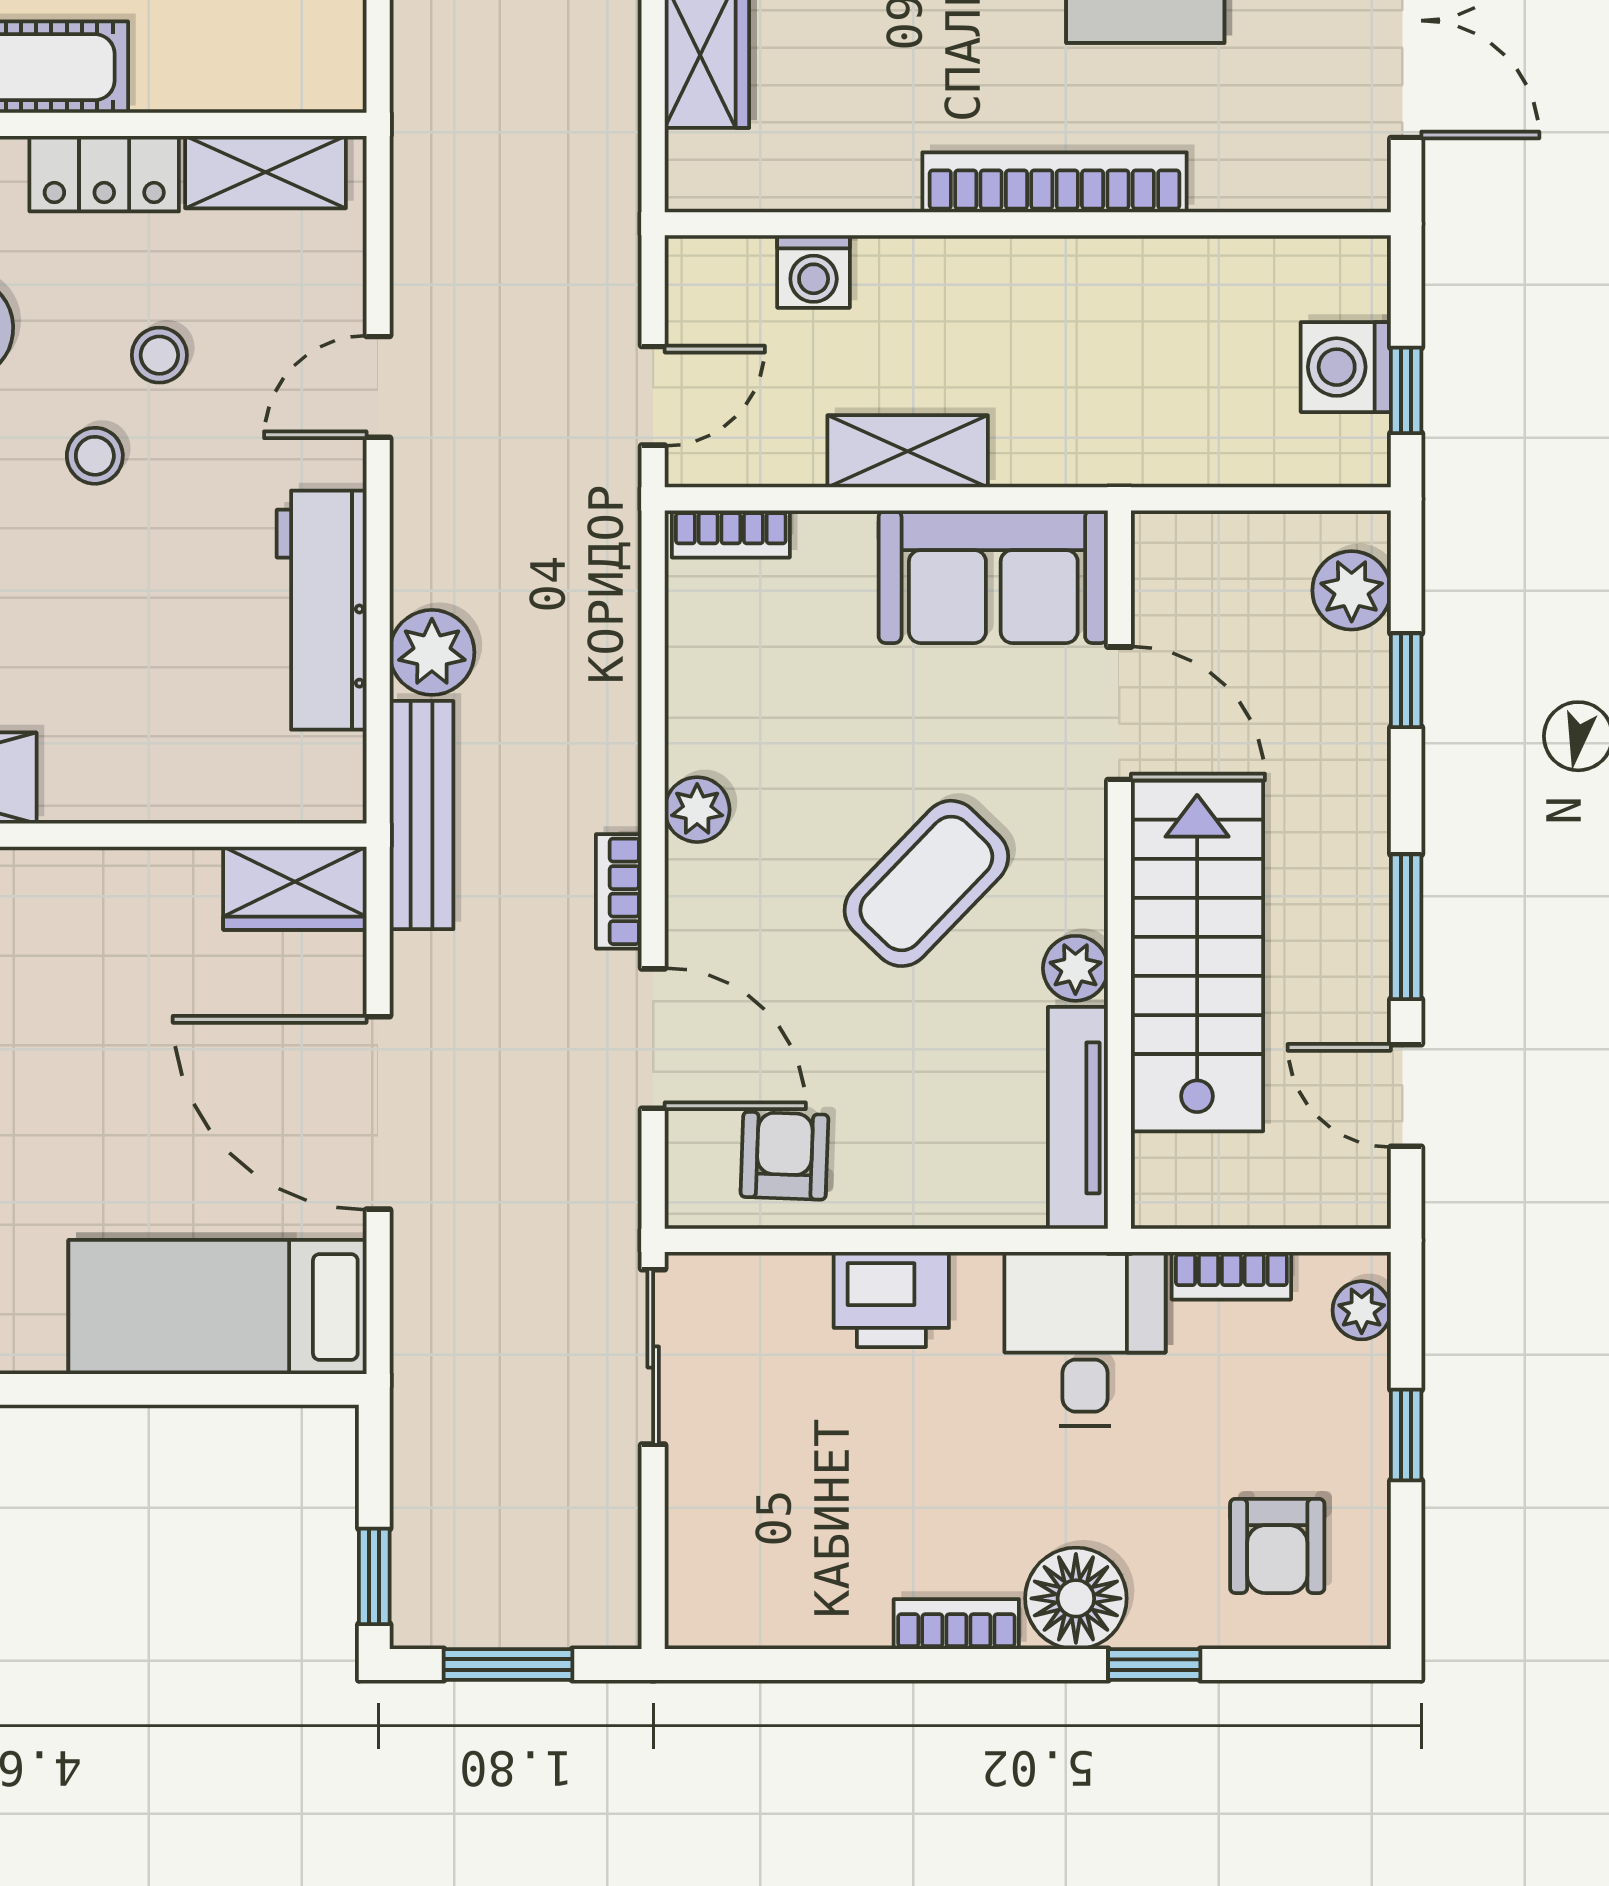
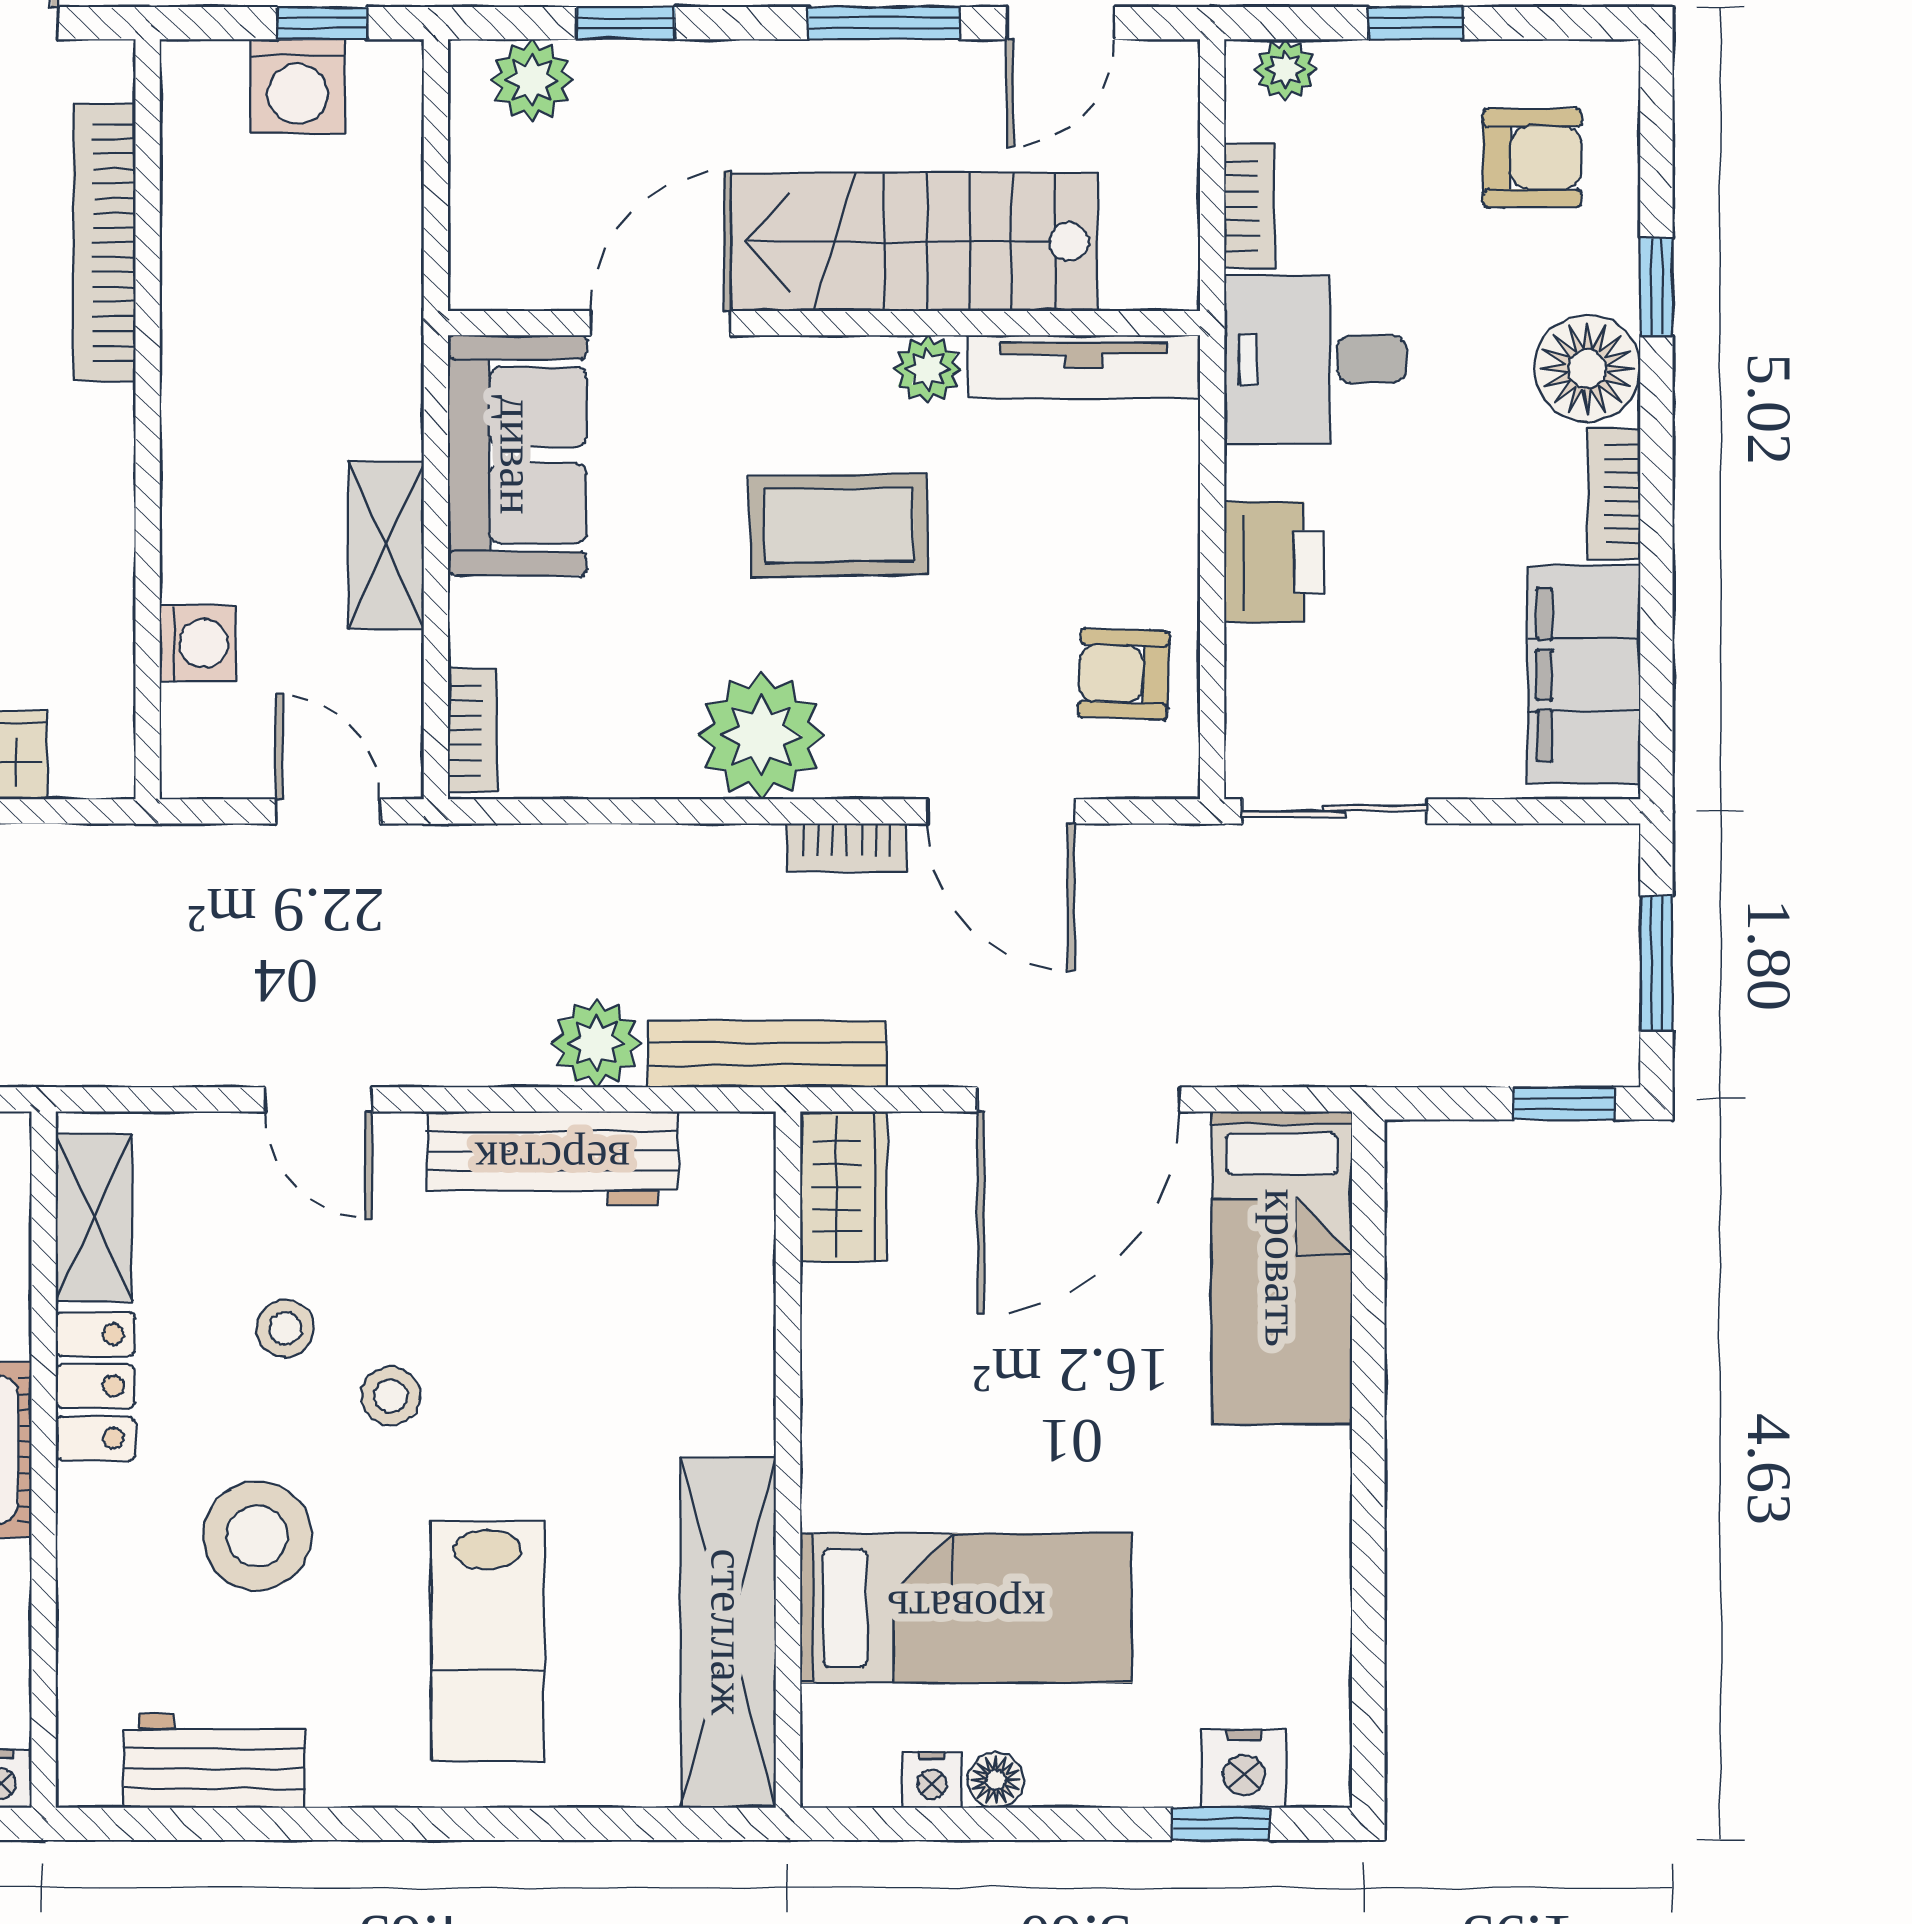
bookcase: (1055, 182) -> (104, 242), moved
plant: (697, 810) -> (761, 736), width x1.88, depth x1.88
coffee table: (926, 883) -> (839, 525), turned -45
door: (653, 1039) -> (1001, 811), swing flipped
filing cabinet: (784, 1595) -> (1584, 675), added

